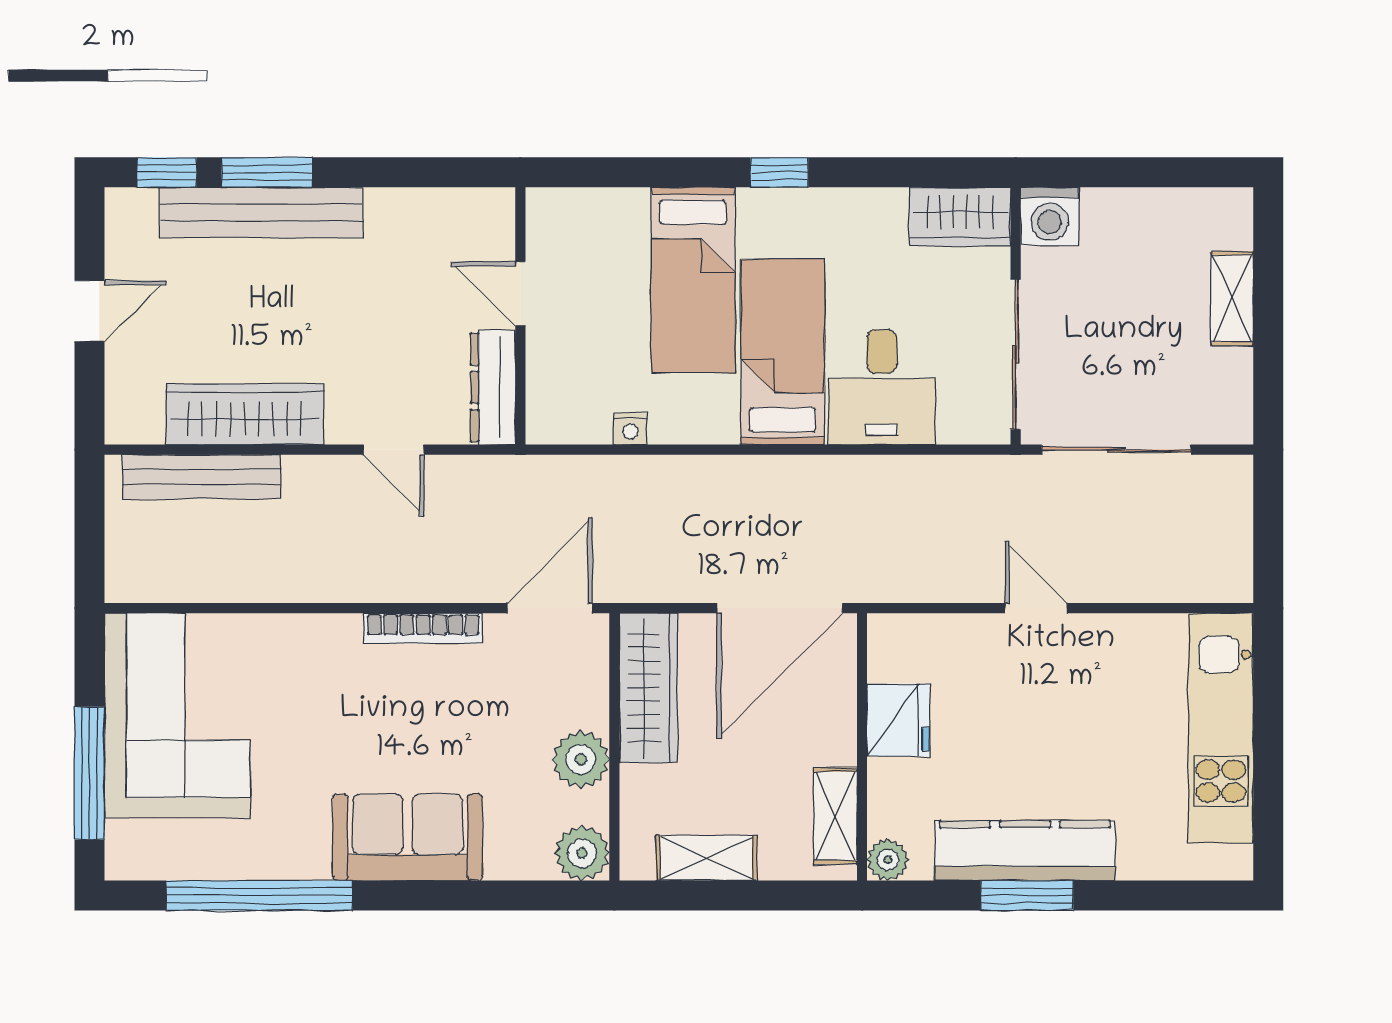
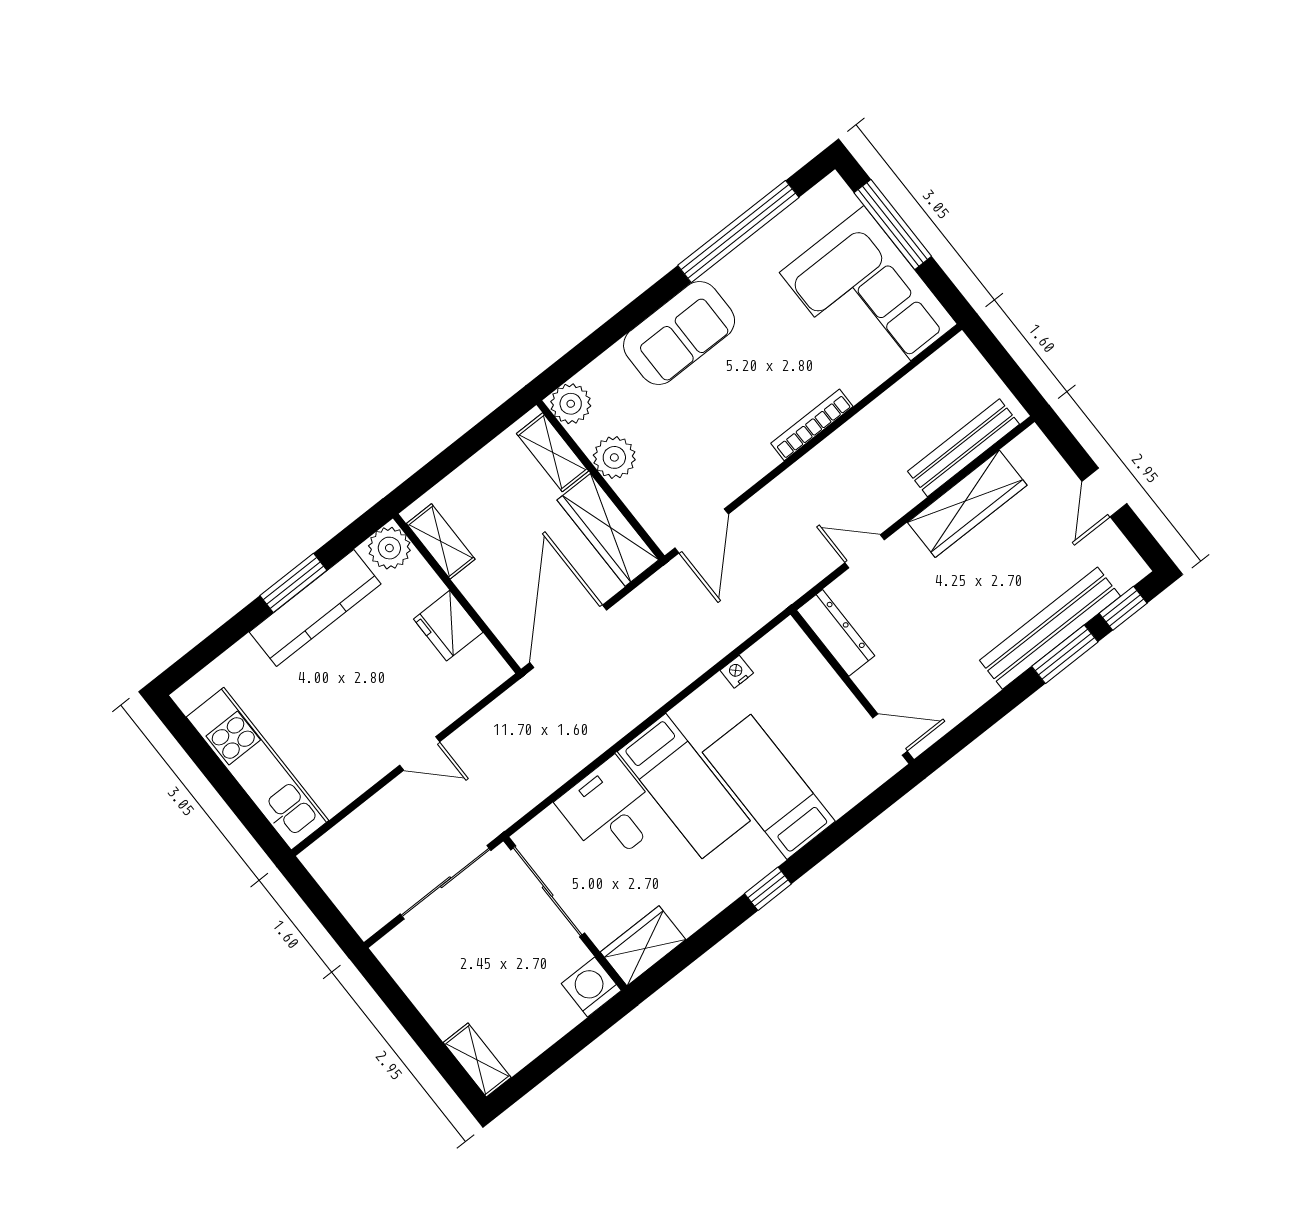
door: (520, 294) -> (890, 735), moved
shelving: (1232, 299) -> (477, 1060), moved
bookcase: (423, 628) -> (812, 425), moved
shelving: (707, 858) -> (553, 452), moved, turned 90
plant: (888, 860) -> (389, 548), width x1.38, depth x1.38

